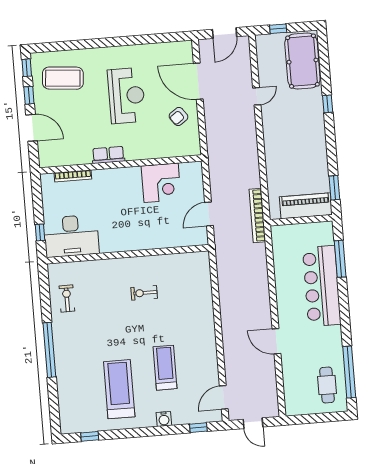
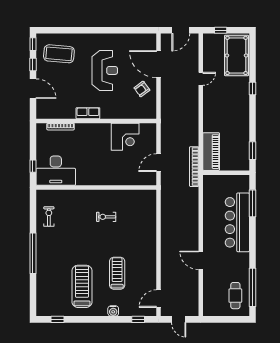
piano: (306, 206) -> (211, 152), moved, turned 90

